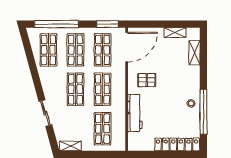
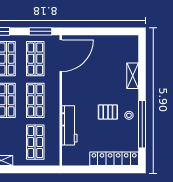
shelving: (175, 32) -> (112, 40), removed
shelving: (195, 53) -> (133, 76), moved
pallet: (147, 80) -> (108, 112), moved

